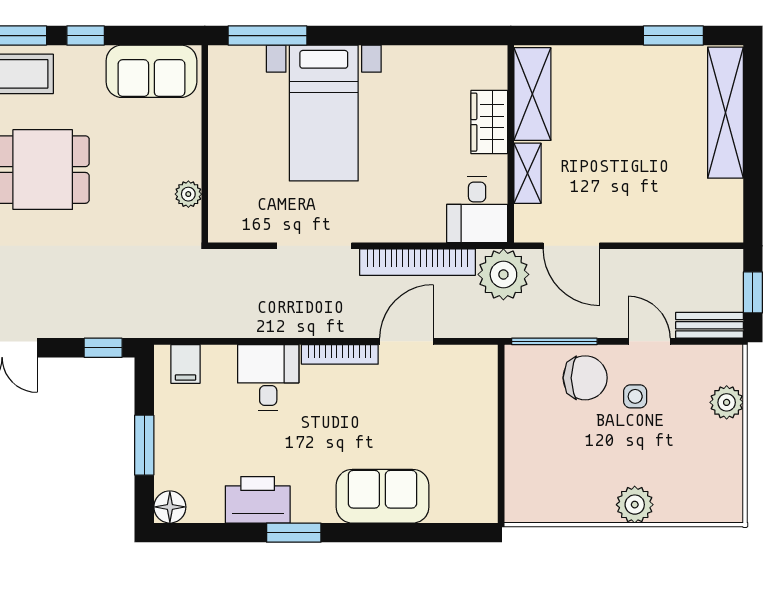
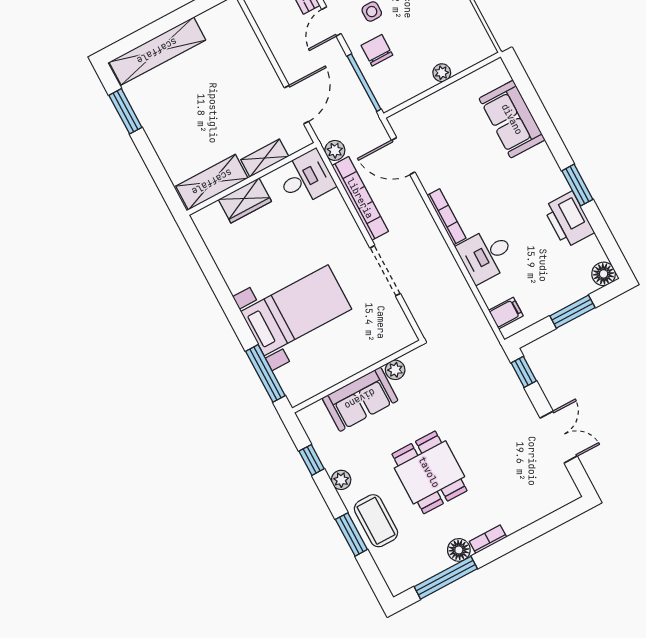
window: (86, 36) -> (312, 460), moved
plant: (90, 58) -> (341, 480), added
sofa: (151, 71) -> (360, 399), moved, turned 90
plant: (503, 274) -> (335, 150), width x0.53, depth x0.53
door: (406, 341) -> (403, 156), moved
chair: (585, 378) -> (377, 50), width x0.73, depth x0.73
plant: (516, 441) -> (442, 73), added
sofa: (382, 496) -> (512, 119), moved

